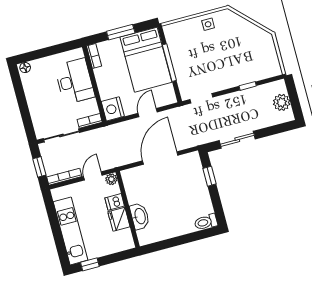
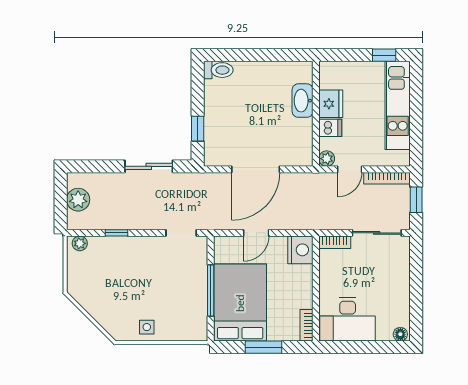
plant: (272, 71) -> (80, 243), added
desk: (75, 81) -> (348, 319), moved, turned -90

